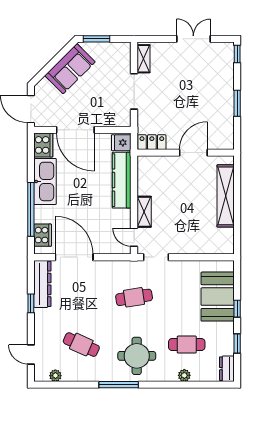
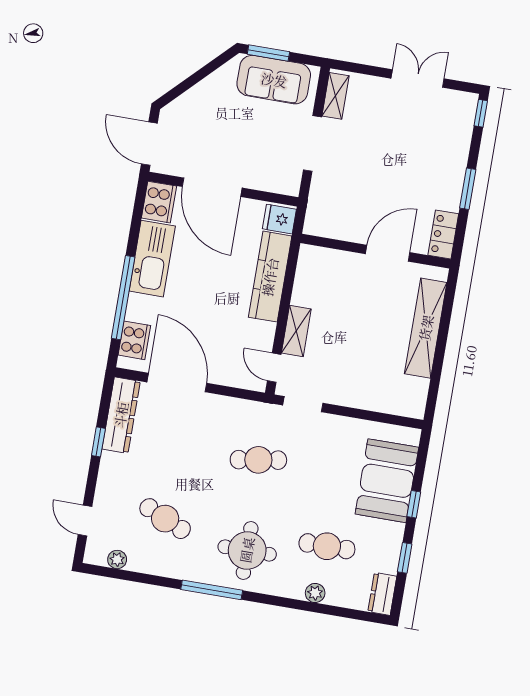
sofa: (70, 69) -> (274, 80), moved, turned 45
locker: (152, 142) -> (443, 234), moved, turned -90

